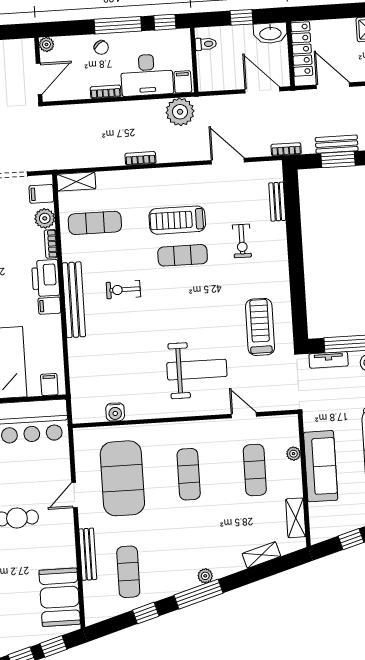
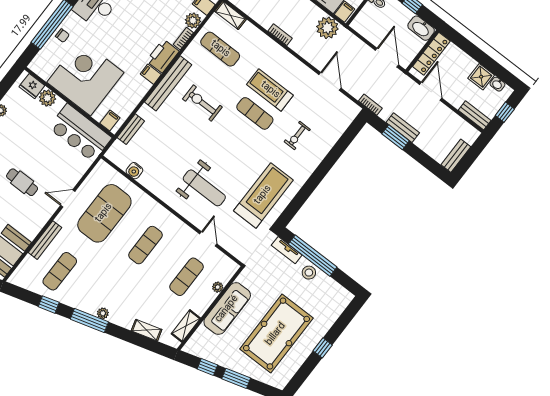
bench: (277, 202) -> (131, 129), moved
exercise bike: (123, 290) -> (202, 103), width x1.38, depth x1.39
treadmill: (260, 327) -> (263, 195), width x1.37, depth x1.38

